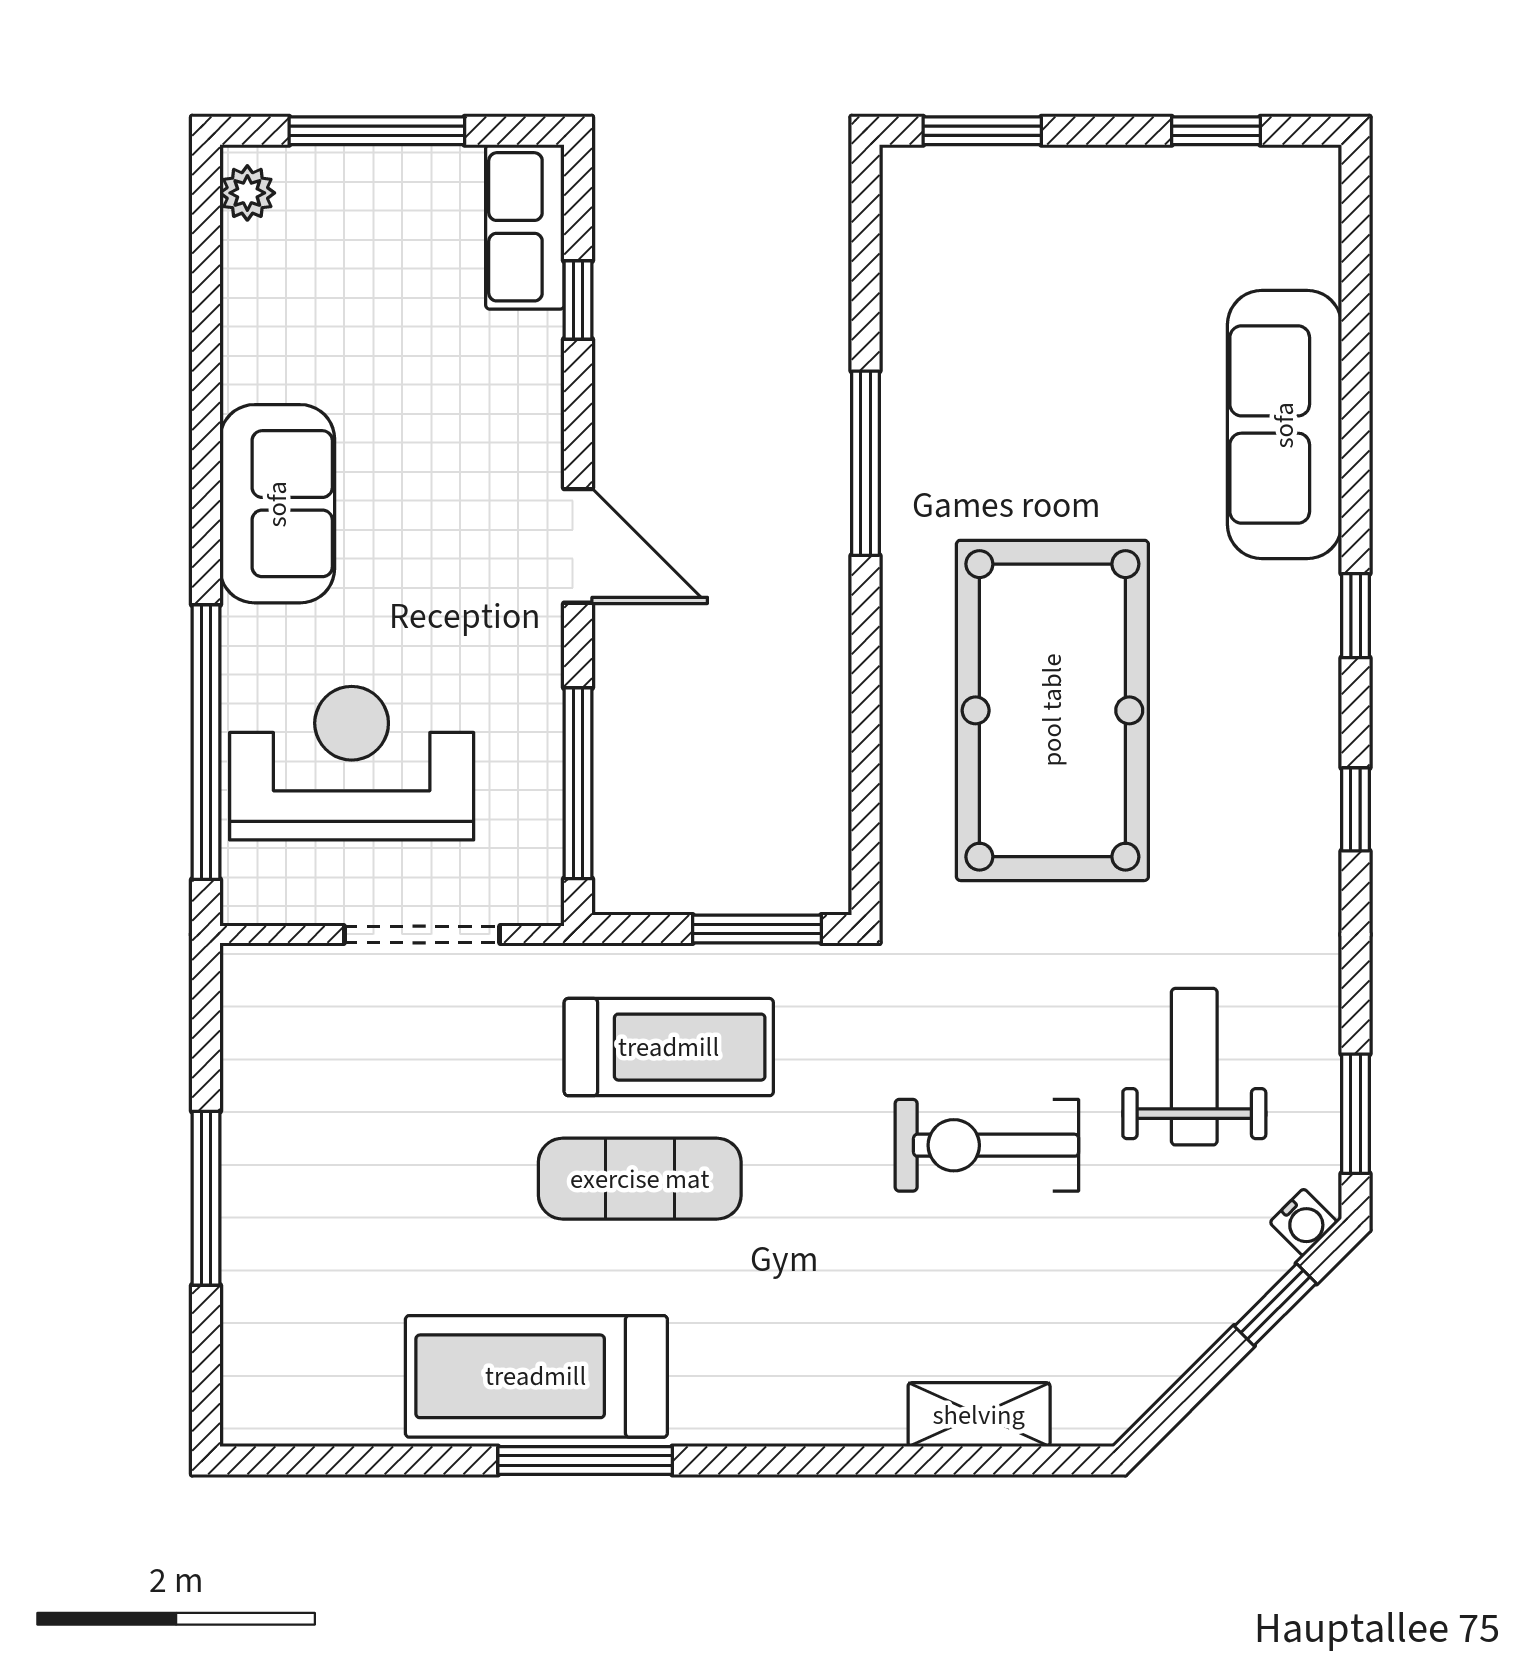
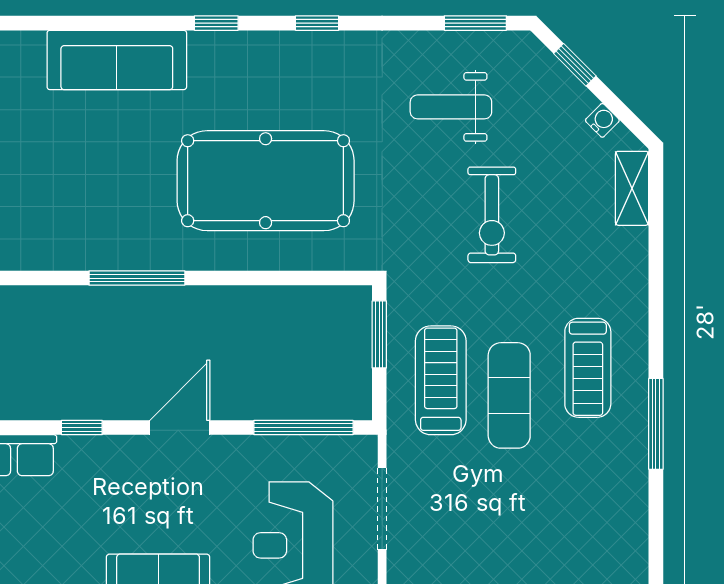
window: (578, 300) -> (82, 428), moved
water cooler: (1304, 1222) -> (602, 120), moved
treadmill: (536, 1376) -> (588, 368), moved, width x0.73, depth x0.73
shelving: (979, 1415) -> (632, 188), moved

